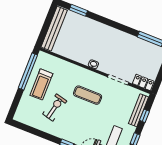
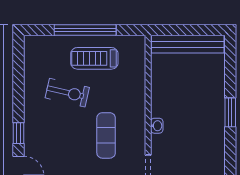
window: (78, 10) -> (230, 112), moved
window: (28, 72) -> (85, 30), moved

